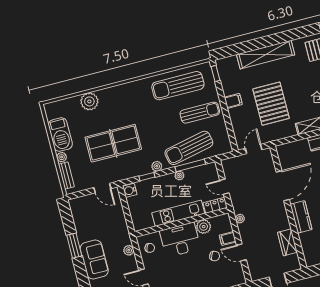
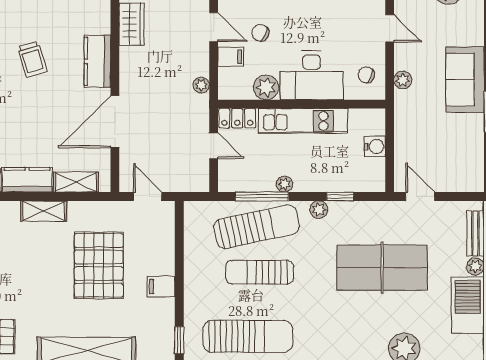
sun lounger: (200, 113) -> (260, 272), moved
shelving: (296, 147) -> (76, 182), added
door: (254, 149) -> (148, 196), swing flipped
water cooler: (130, 190) -> (375, 147), moved

